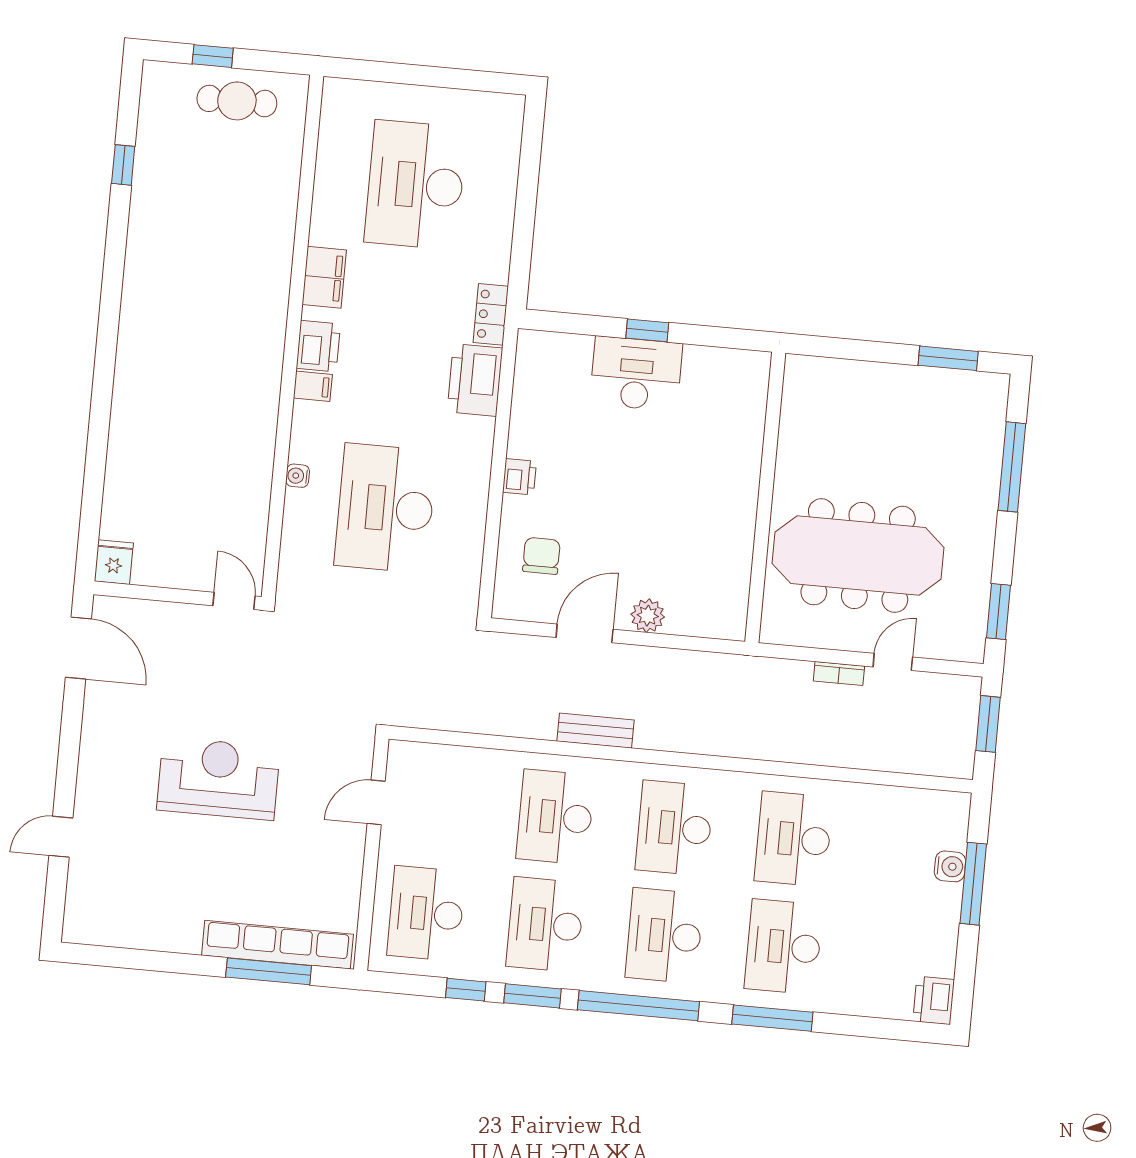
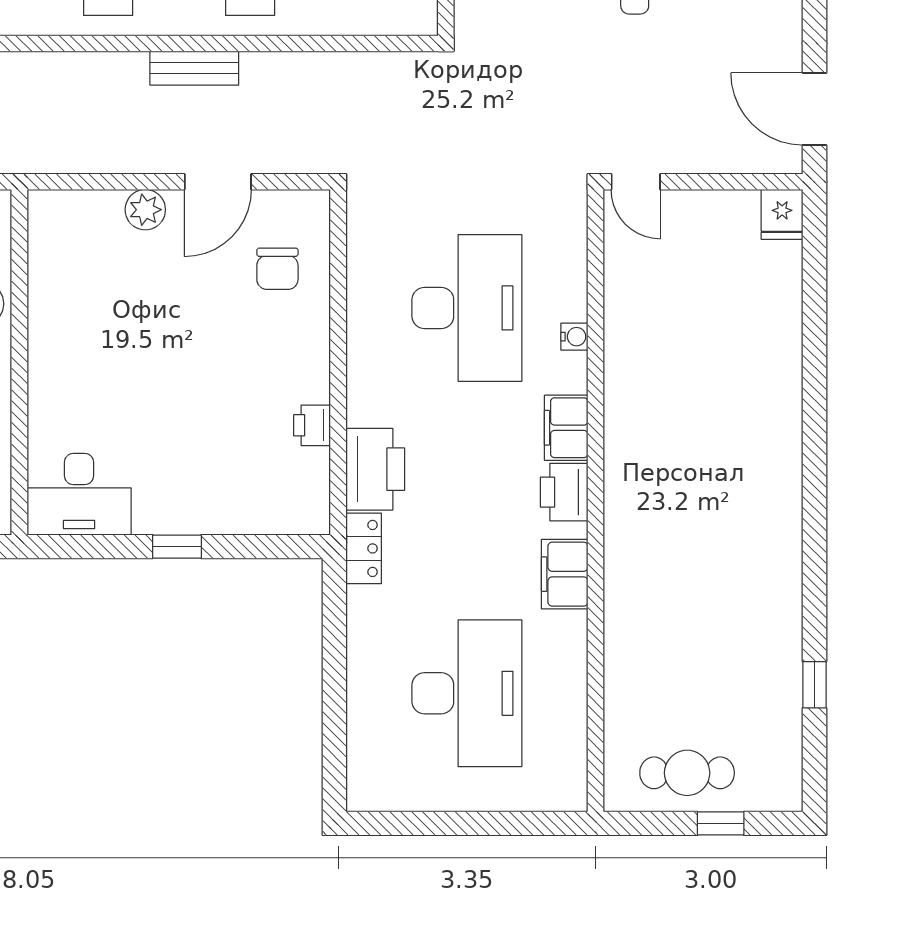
desk: (636, 374) -> (79, 494), moved
filing cabinet: (313, 386) -> (566, 428), width x2.00
printer: (519, 477) -> (312, 425), moved

